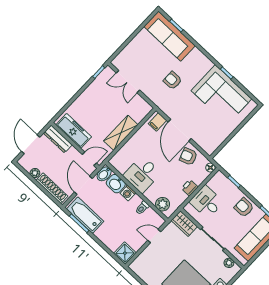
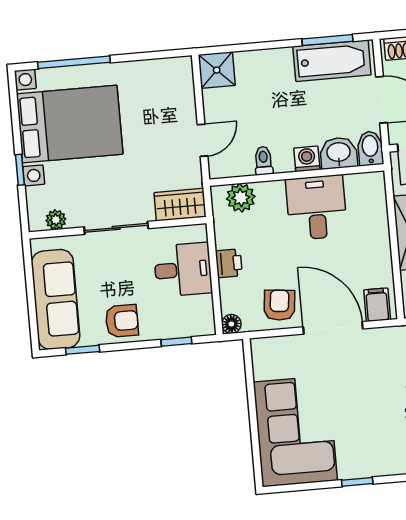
corner sofa: (221, 95) -> (295, 431), moved, turned 90
armchair: (188, 156) -> (279, 305), turned -65

